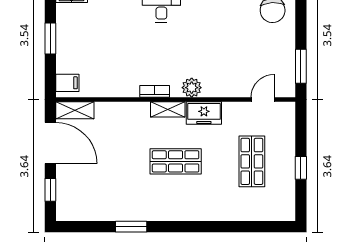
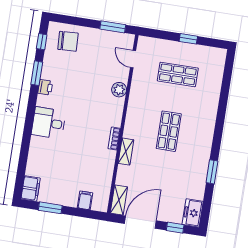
window: (50, 39) -> (50, 208), moved
filing cabinet: (67, 83) -> (85, 200), moved
plant: (192, 88) -> (119, 90), moved
shelving: (168, 109) -> (126, 152), moved
freezer: (204, 113) -> (193, 213), moved, turned 180

